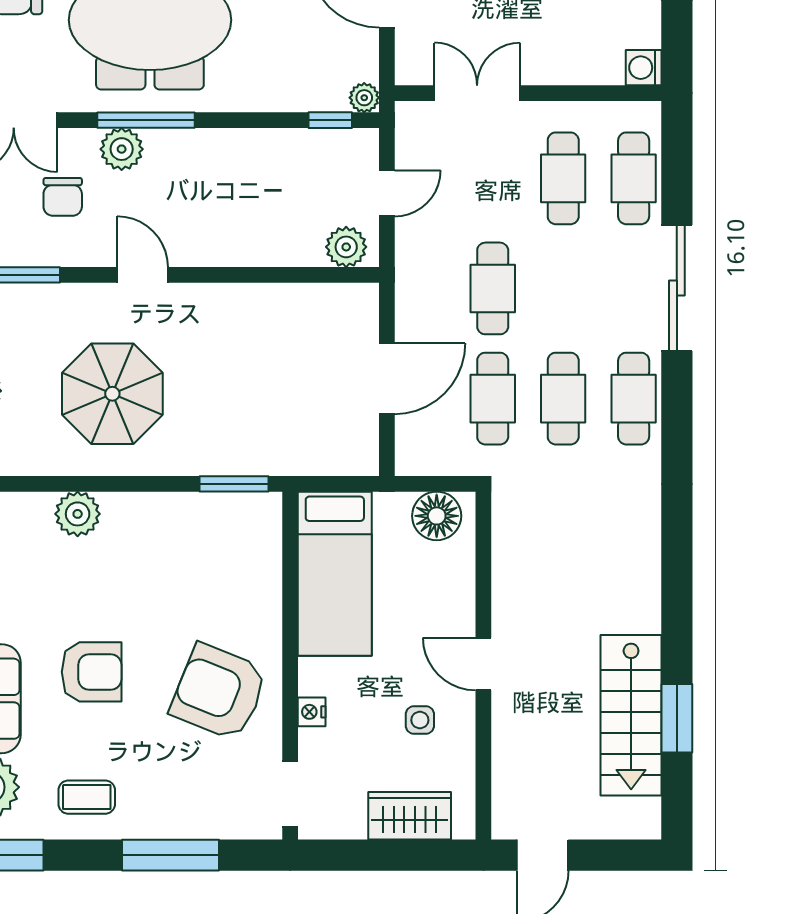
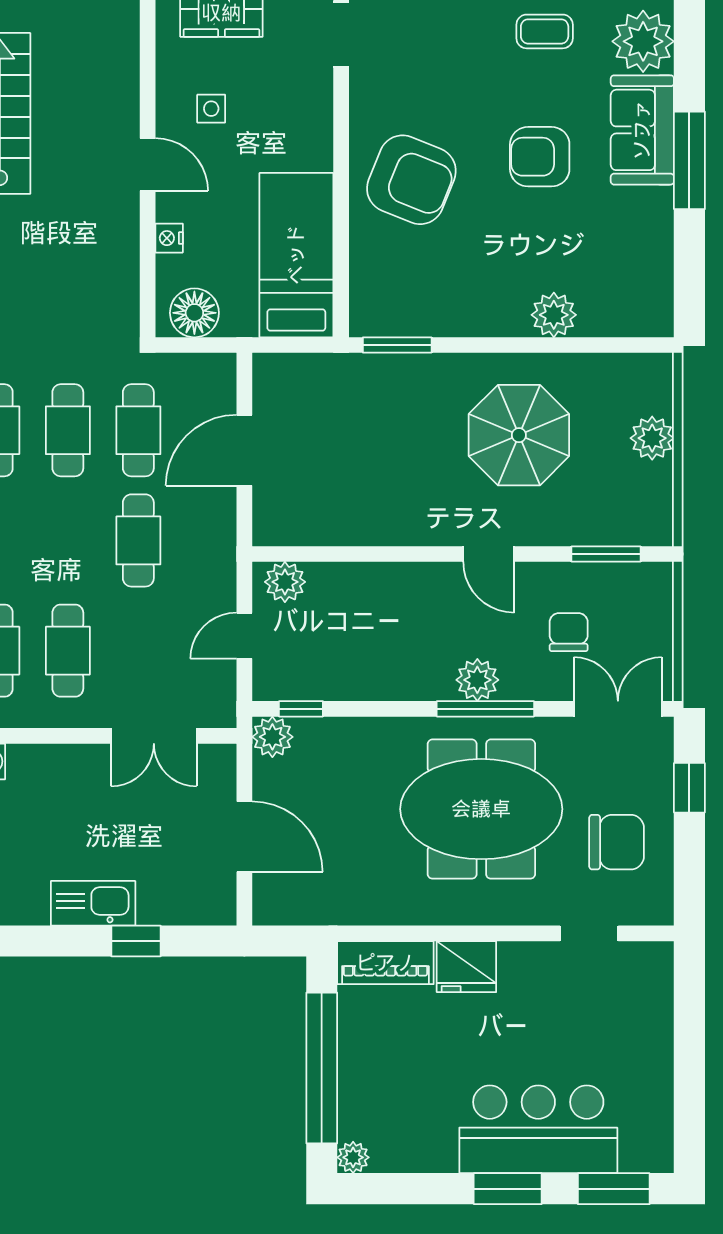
plant: (364, 98) -> (272, 737), width x1.38, depth x1.38
plant: (122, 149) -> (477, 680), moved
armchair: (219, 692) -> (411, 180), moved
nightstand: (312, 712) -> (169, 238), moved, turned 180

